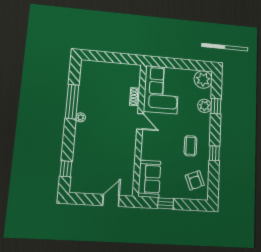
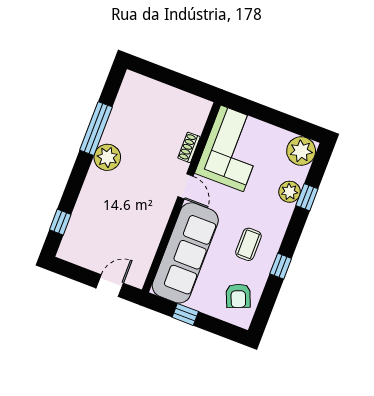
plant: (81, 117) -> (107, 157), width x1.88, depth x1.88
sofa: (149, 179) -> (185, 253), width x1.85, depth x1.27

